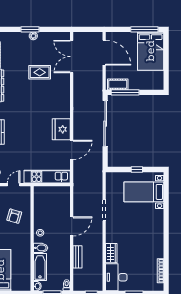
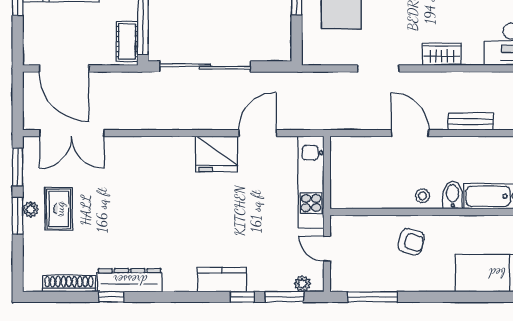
window: (55, 29) -> (18, 167), added
door: (104, 53) -> (64, 68), swing flipped
rug: (40, 72) -> (59, 209), moved
door: (72, 150) -> (258, 133), hinge flipped
armchair: (14, 216) -> (411, 242), moved
wardrobe: (111, 253) -> (442, 54), moved

